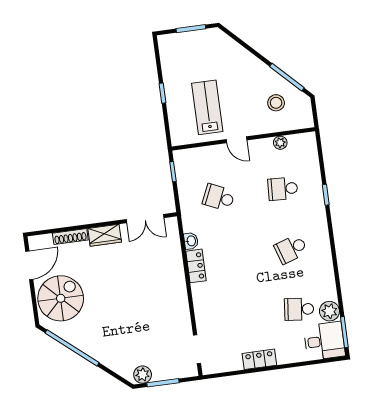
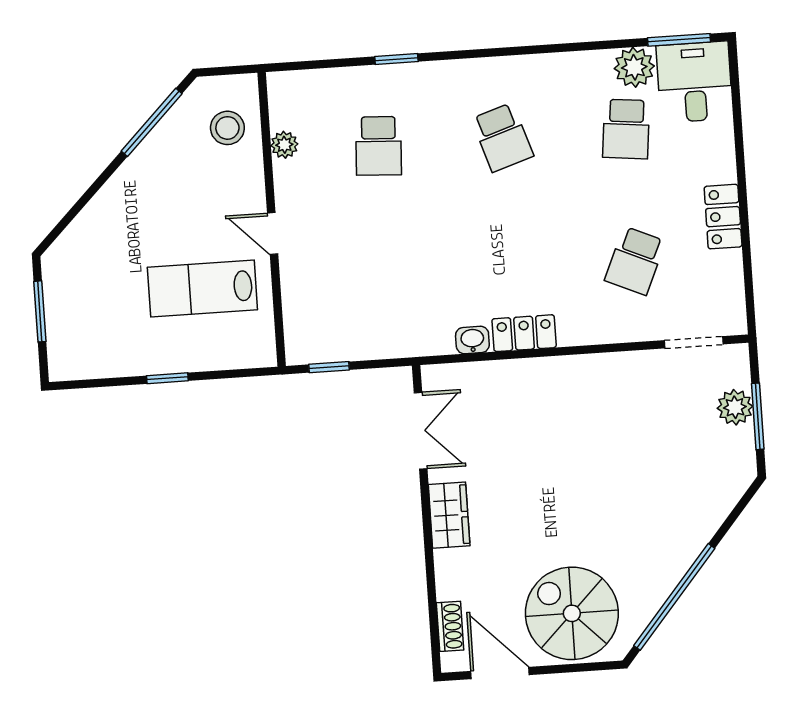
stool: (276, 103) -> (227, 128), moved
door: (237, 140) -> (273, 234), swing flipped
school desk: (219, 197) -> (635, 261), moved
shoe rack: (70, 237) -> (450, 626), moved, width x0.70
plant: (143, 375) -> (735, 407), moved

